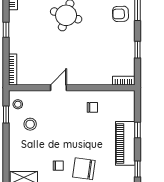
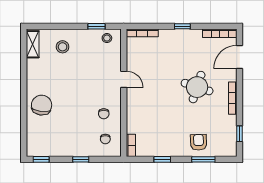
stool: (30, 124) -> (63, 47), moved
piano: (125, 143) -> (67, 147), removed
chair: (58, 166) -> (105, 139), moved

